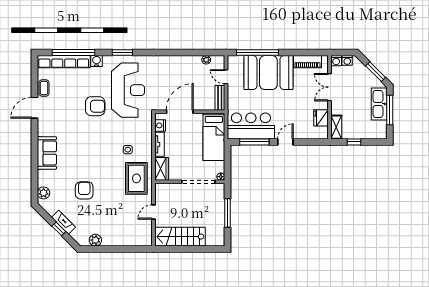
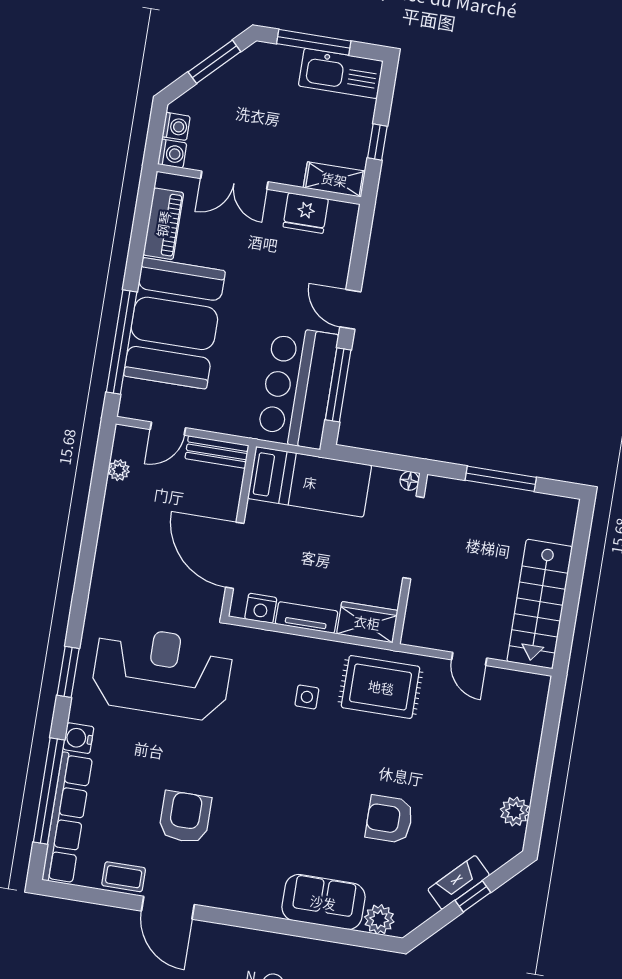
kitchen sink: (379, 104) -> (341, 73), moved
armchair: (95, 106) -> (185, 817), moved
sofa: (47, 153) -> (323, 902), moved

